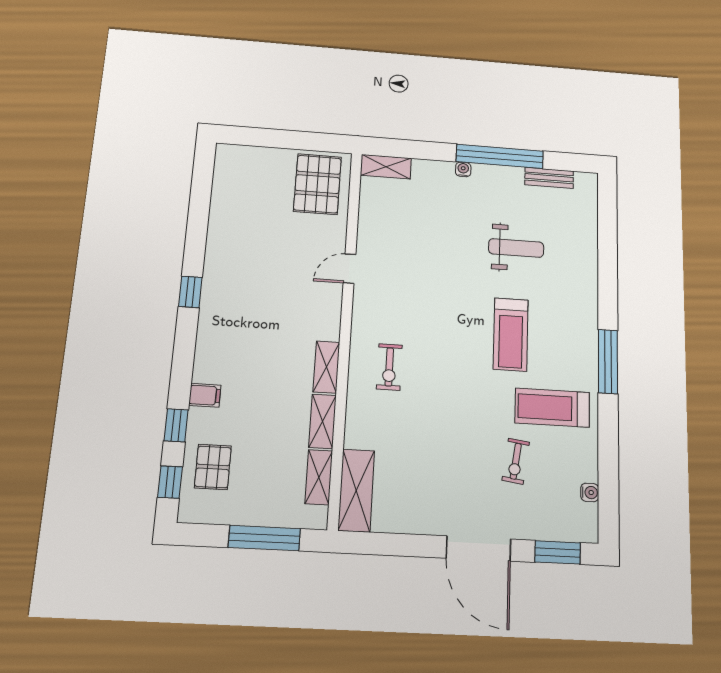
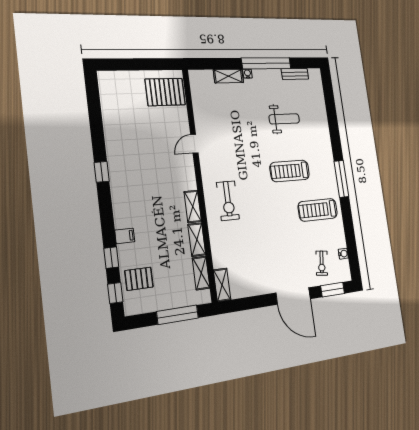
shelving: (386, 167) -> (228, 76), moved
pallet: (317, 184) -> (165, 92), turned 90
treadmill: (511, 334) -> (290, 171), turned 90
exercise bike: (389, 367) -> (228, 201), width x1.38, depth x1.39
exercise bike: (516, 461) -> (322, 263), moved
pallet: (213, 467) -> (139, 279), turned 90
shelving: (356, 490) -> (222, 285), width x0.67, depth x0.75

